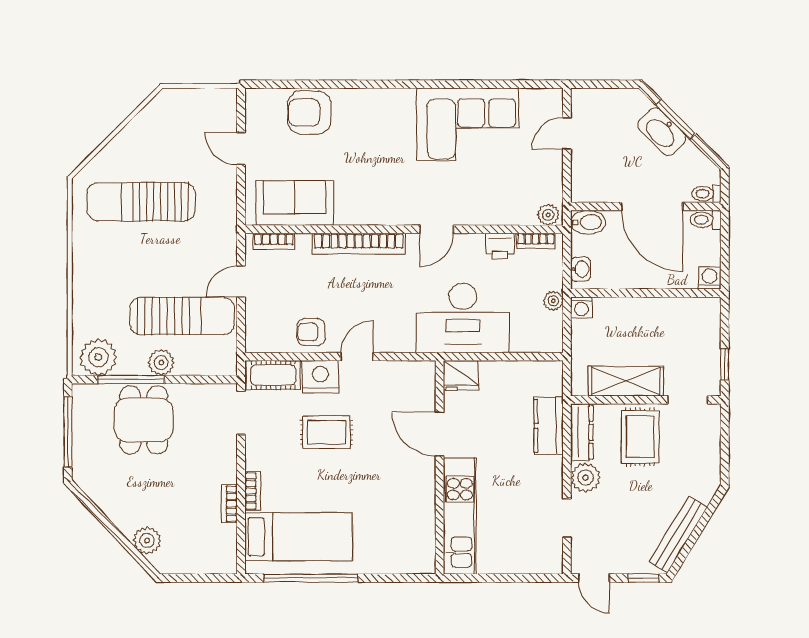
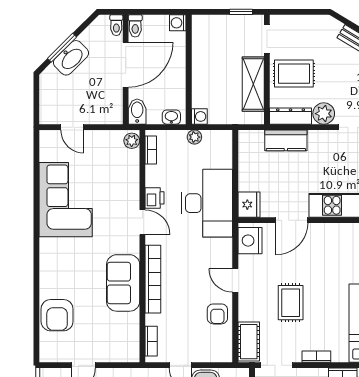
sofa: (295, 203) -> (123, 283), moved
printer: (500, 246) -> (155, 198), moved
nightstand: (320, 377) -> (250, 241), moved
bookcase: (253, 491) -> (316, 357), moved

